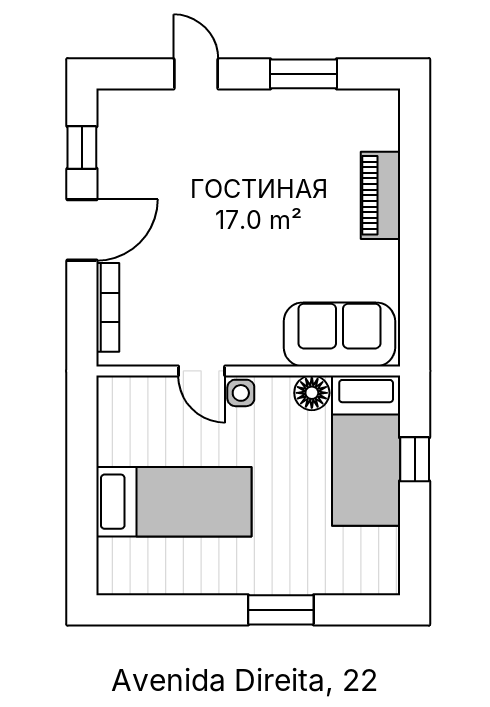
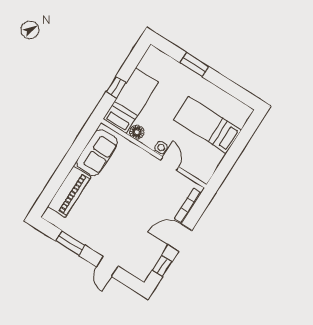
piano: (380, 195) -> (69, 192), width x1.37, depth x1.33
sofa: (339, 334) -> (97, 153), moved, turned -90

